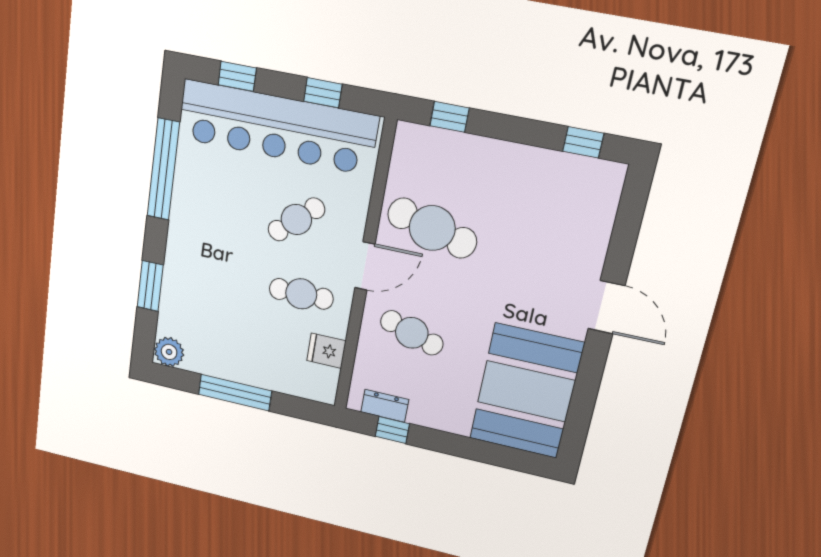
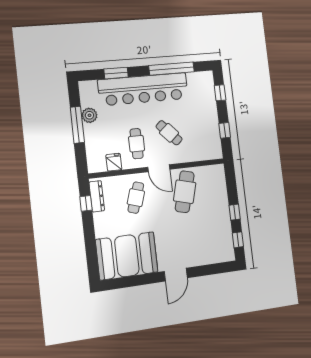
window: (450, 117) -> (235, 212), moved
bar counter: (277, 127) -> (143, 89), moved, turned -90
plant: (169, 352) -> (89, 115), moved
dresser: (385, 406) -> (97, 196), width x1.44

